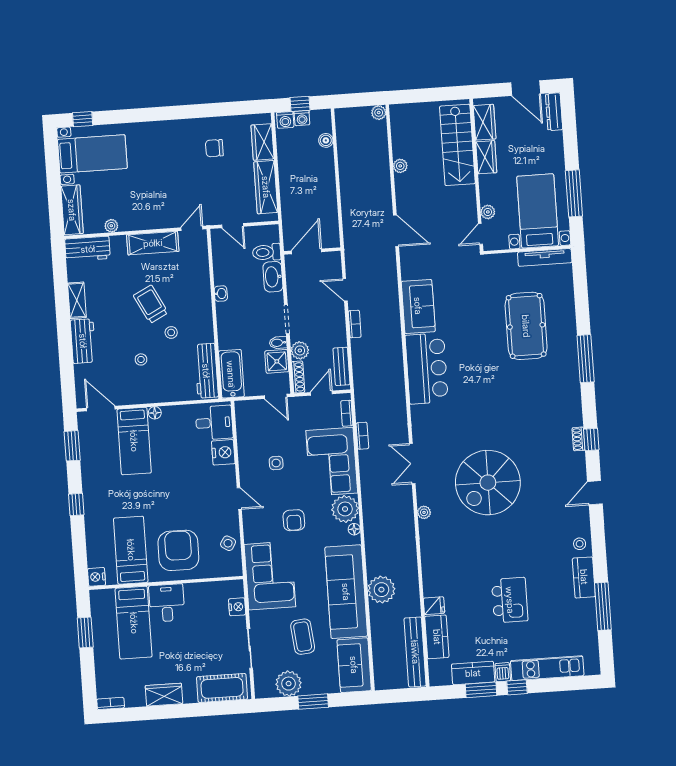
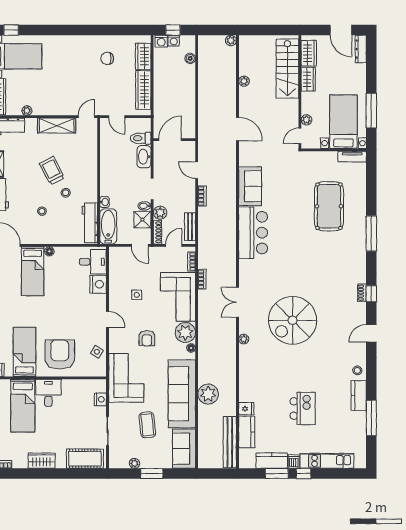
tv unit: (545, 257) -> (352, 156), width x0.71
washbasin: (221, 294) -> (104, 202), moved
plant: (289, 684) -> (134, 463), width x0.53, depth x0.53

